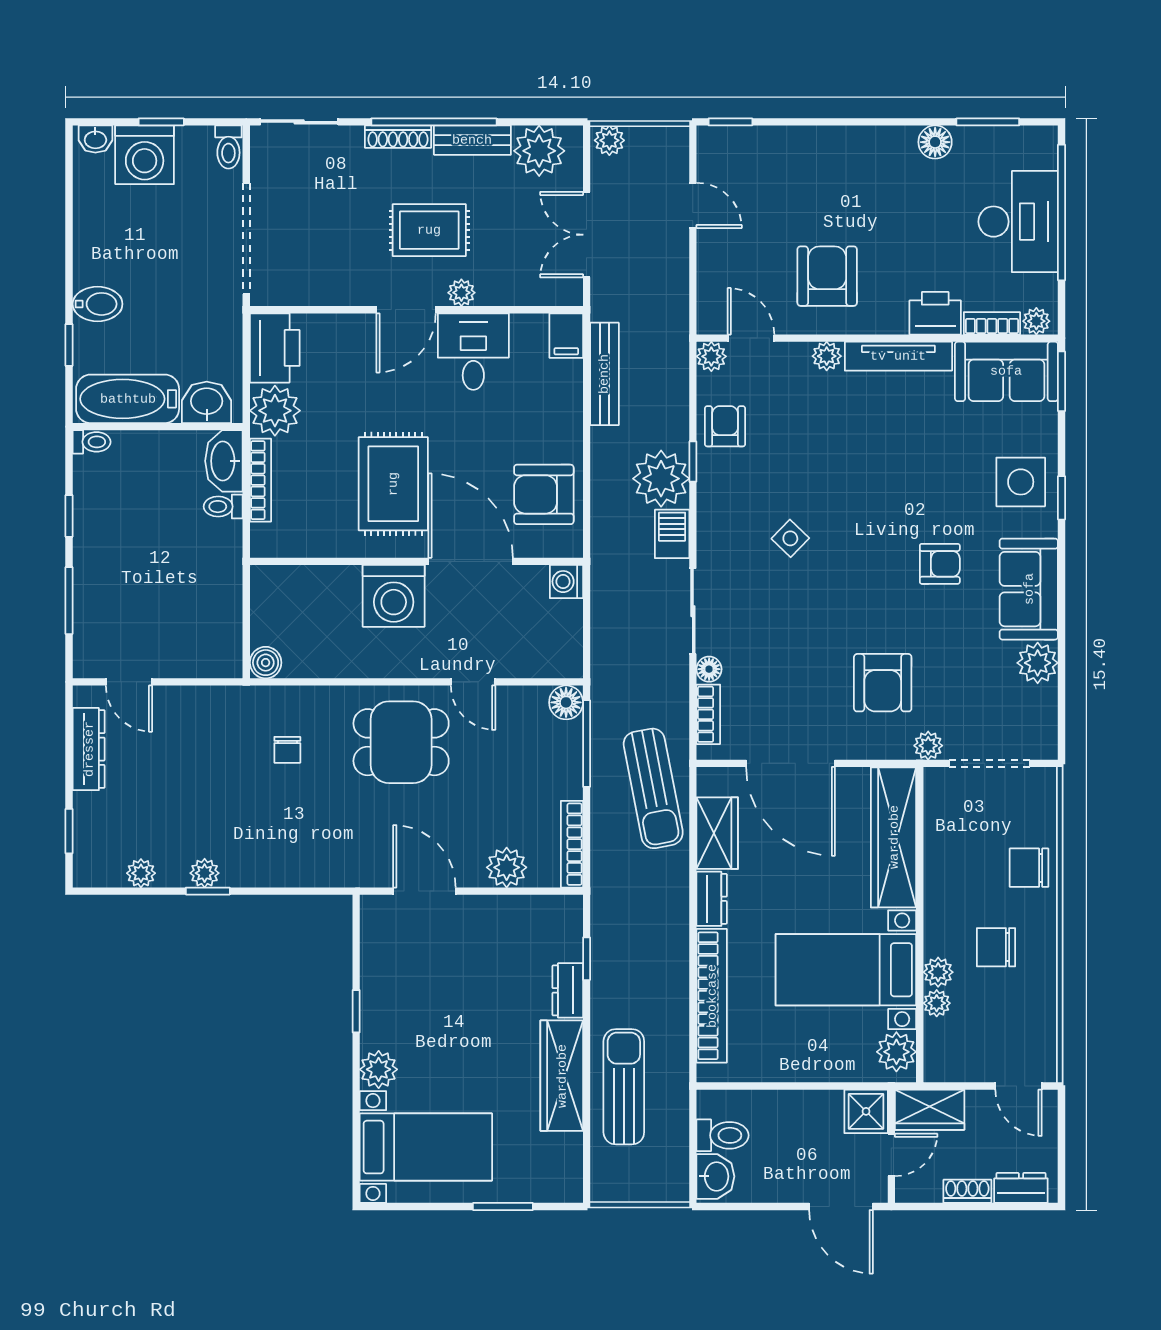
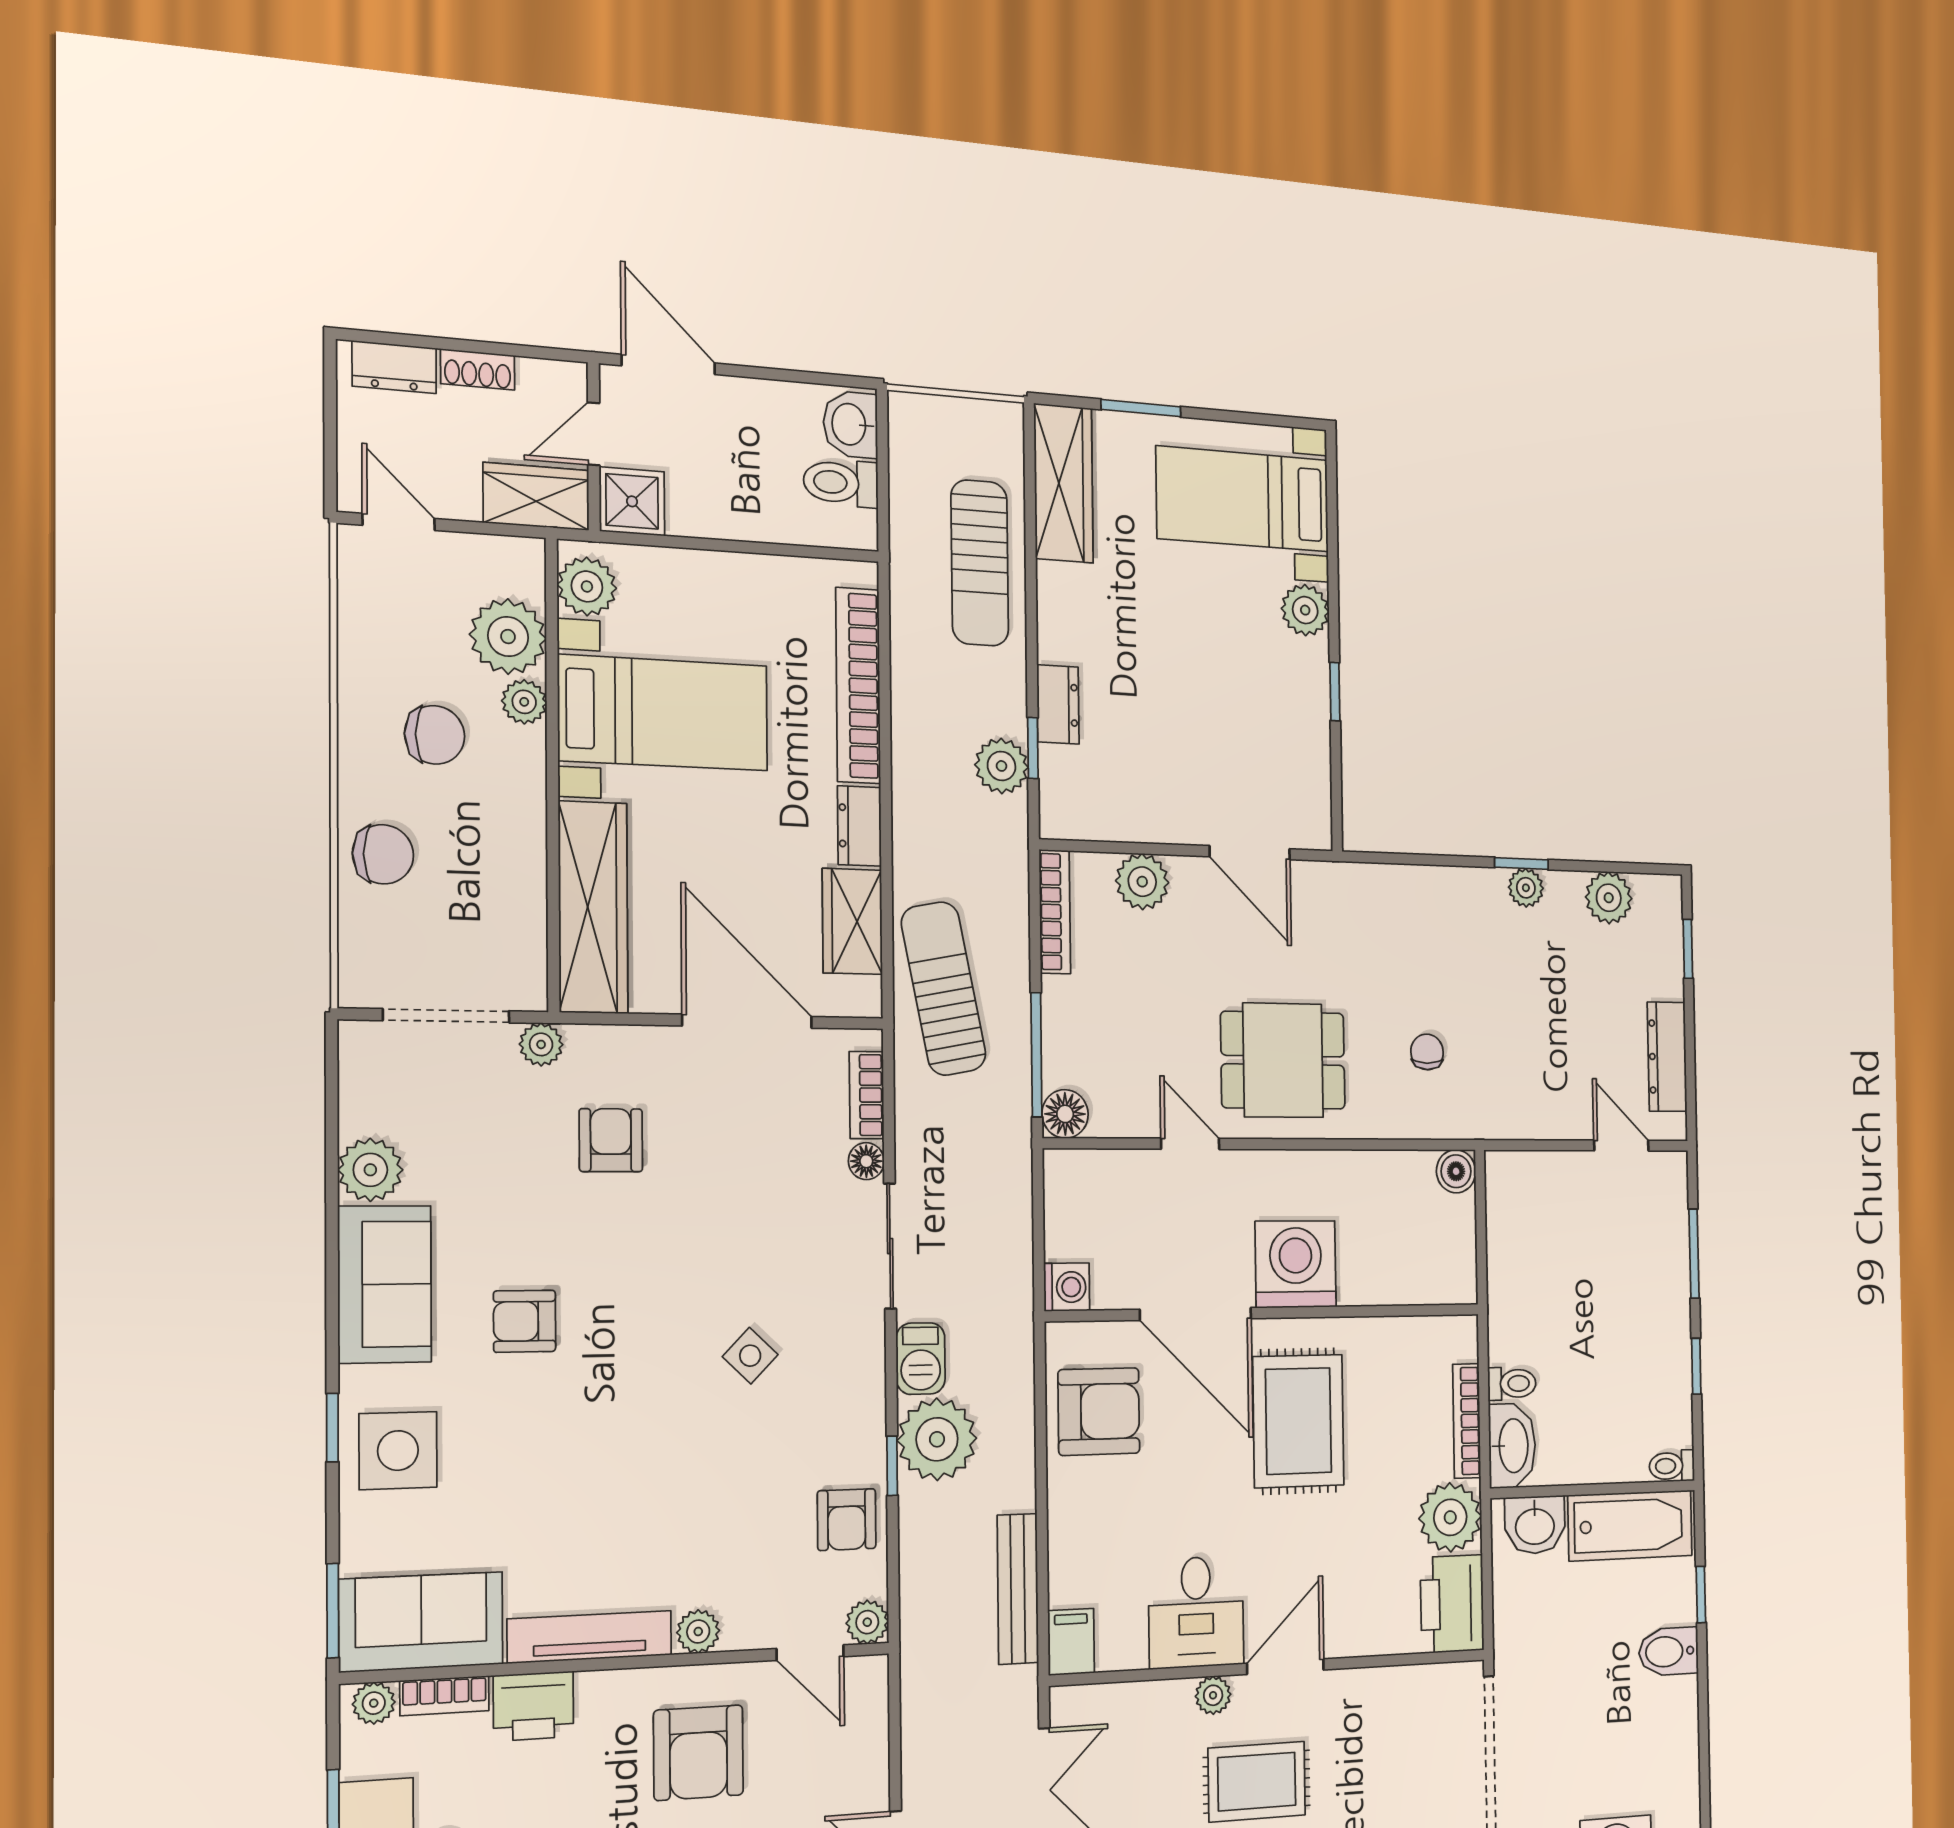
armchair: (883, 683) -> (611, 1140), width x0.72, depth x0.72
plant: (141, 873) -> (1609, 898), width x1.38, depth x1.38
plant: (610, 945) -> (1002, 766), added
plant: (937, 1003) -> (508, 637), width x1.88, depth x1.88
wardrobe: (562, 1076) -> (1064, 483), moved

